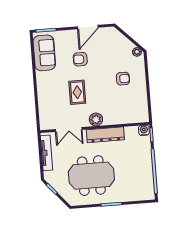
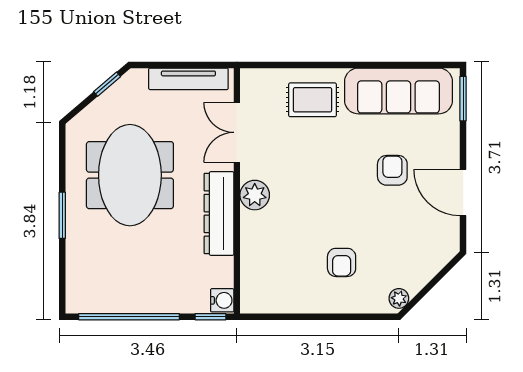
sofa: (44, 53) -> (398, 91), width x1.36
rug: (77, 92) -> (313, 100), moved

